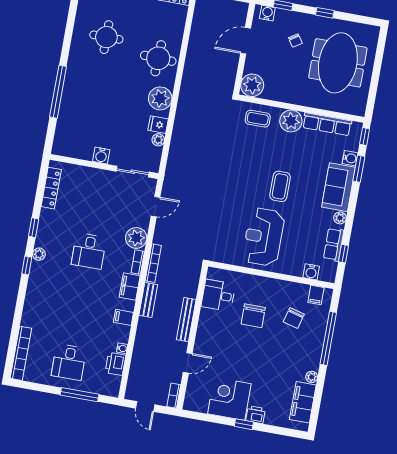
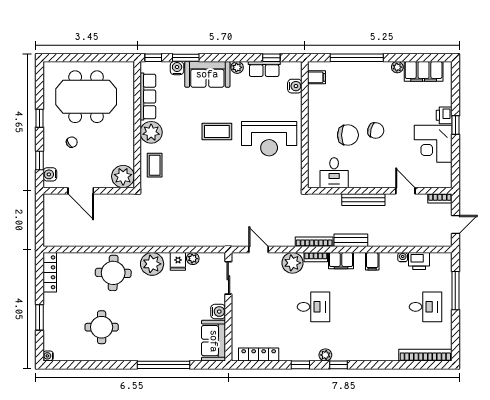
sofa: (73, 146) -> (214, 341), added
chair: (294, 318) -> (376, 130), moved

